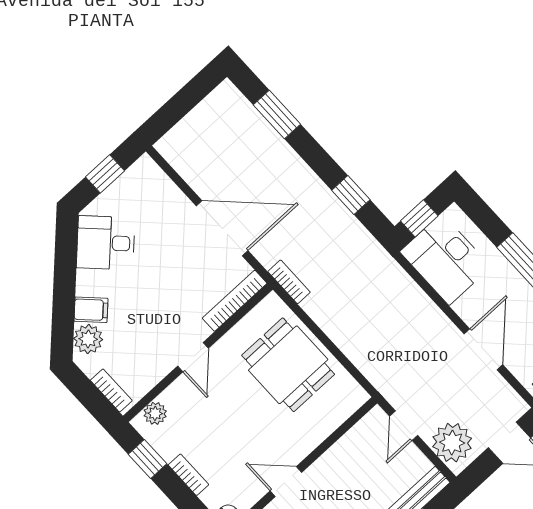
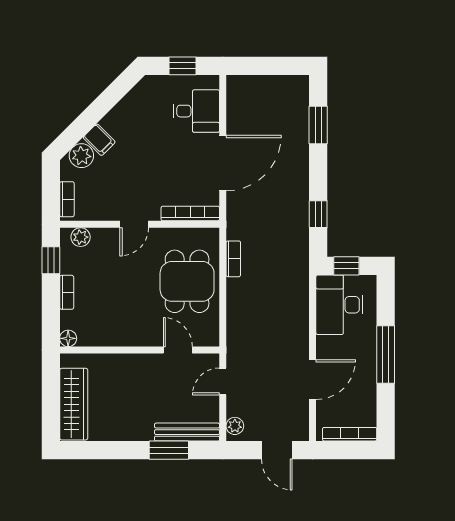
door: (222, 228) -> (223, 163), hinge flipped
desk: (106, 243) -> (196, 111), moved, turned 135
bookcase: (289, 282) -> (233, 259), moved
plant: (452, 443) -> (235, 426), width x0.53, depth x0.53
door: (286, 482) -> (178, 350), moved

